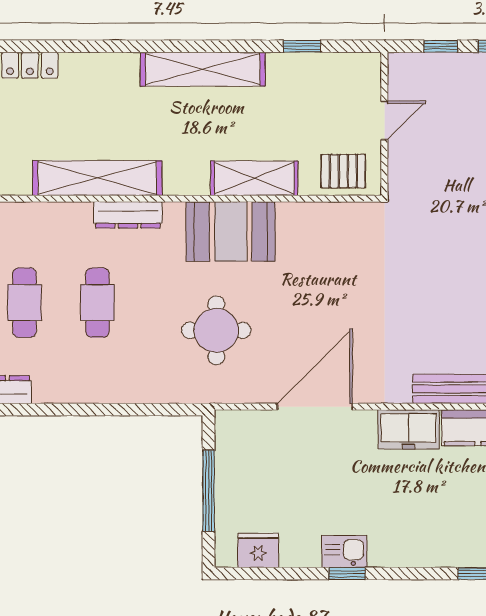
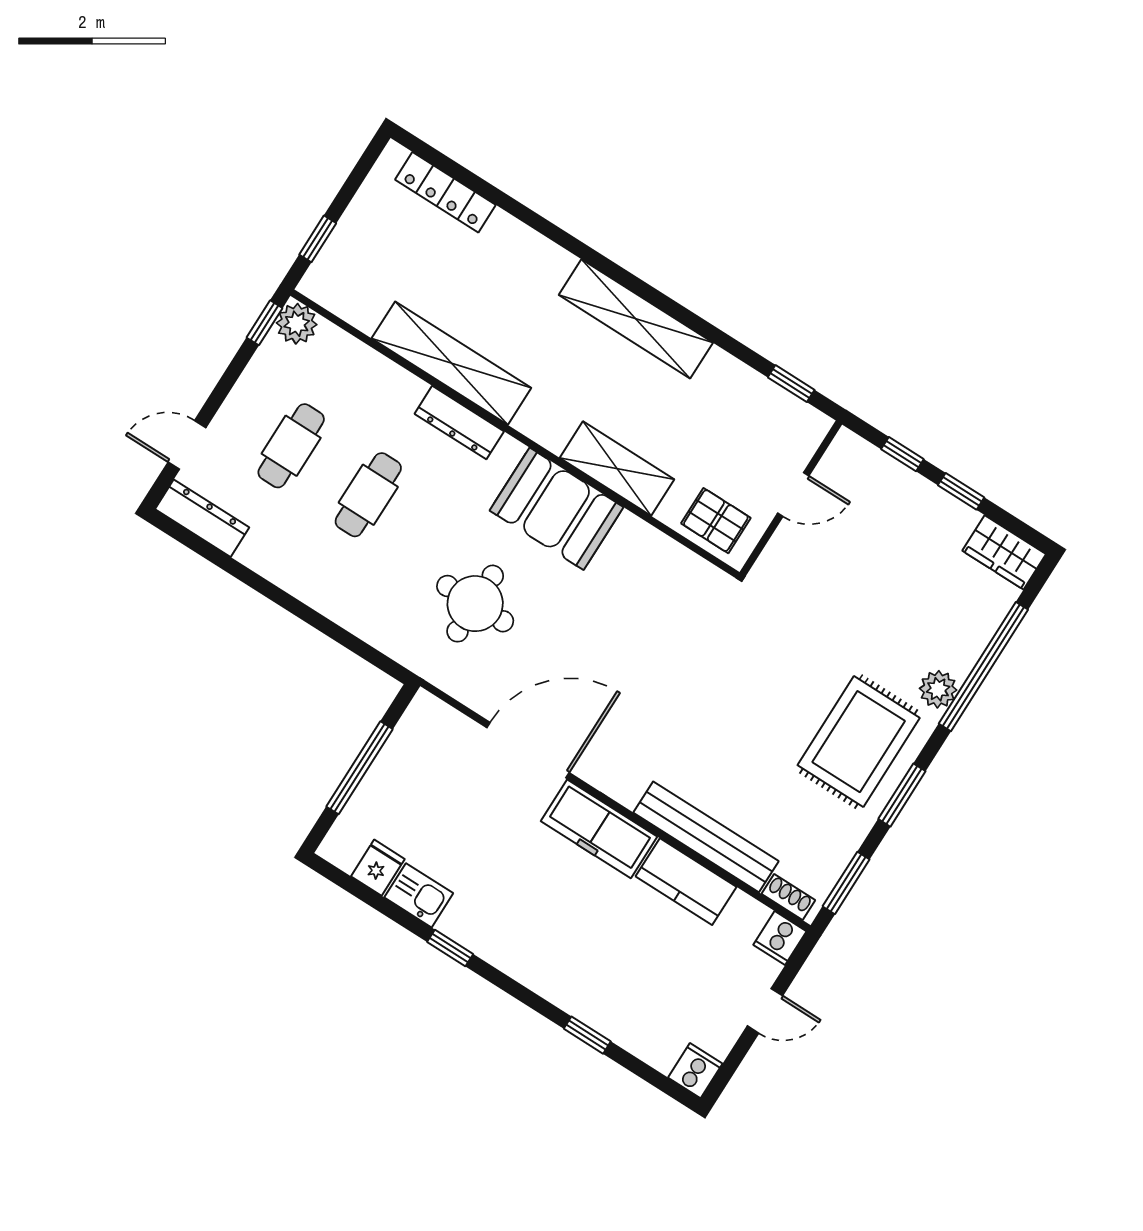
window: (302, 46) -> (791, 384), moved
freezer: (409, 429) -> (599, 829), width x1.40
fridge: (258, 550) -> (378, 868), width x0.72
kitchen sink: (344, 551) -> (419, 895), moved

